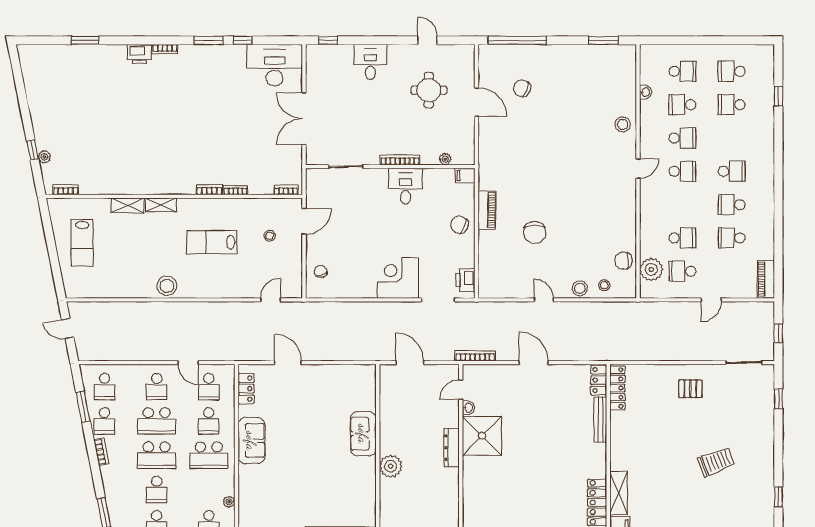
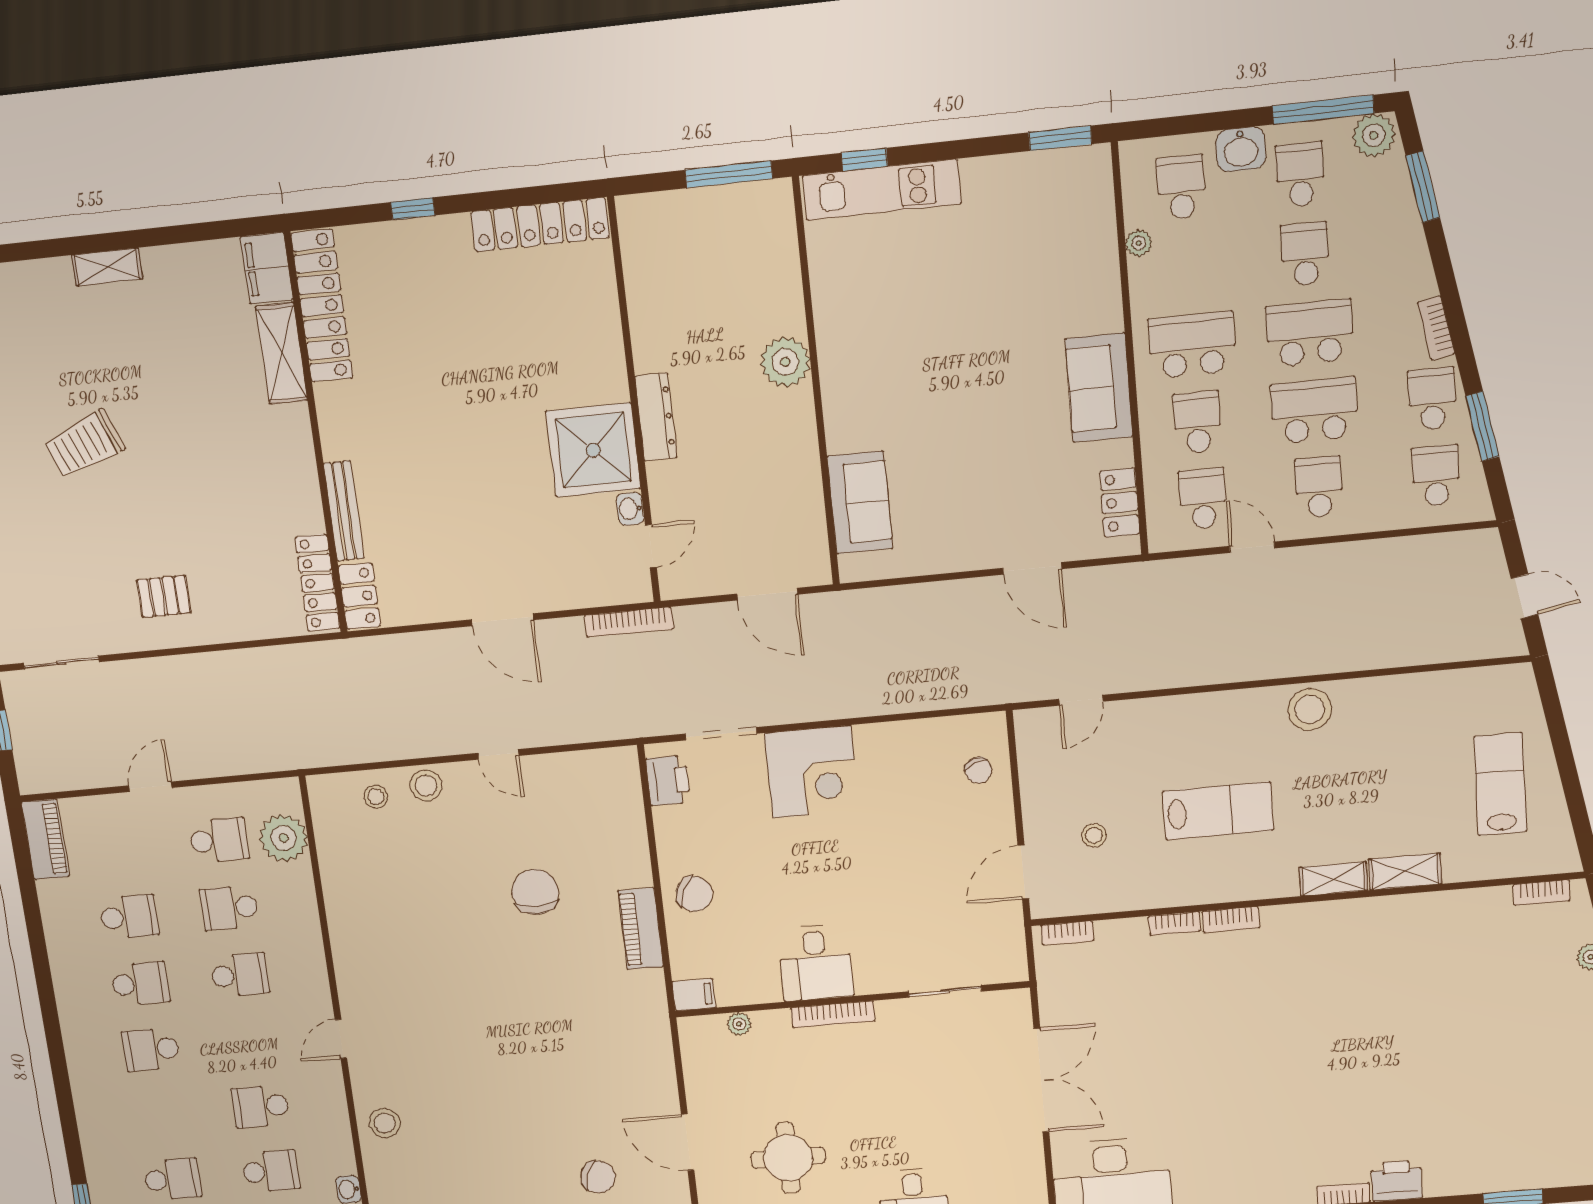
school desk: (682, 171) -> (240, 975), moved, turned 180
chair: (623, 261) -> (344, 851), removed
sofa: (363, 434) -> (860, 503), moved

